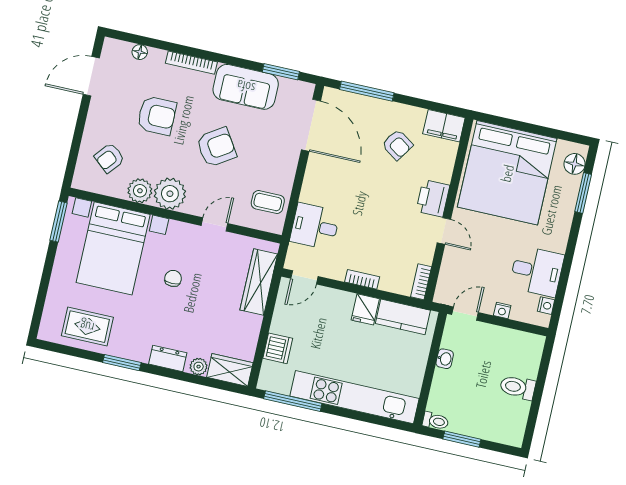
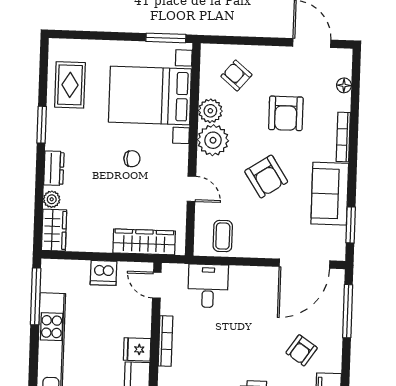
bookcase: (362, 279) -> (166, 341), width x1.56
dishwasher: (278, 348) -> (103, 273), moved

